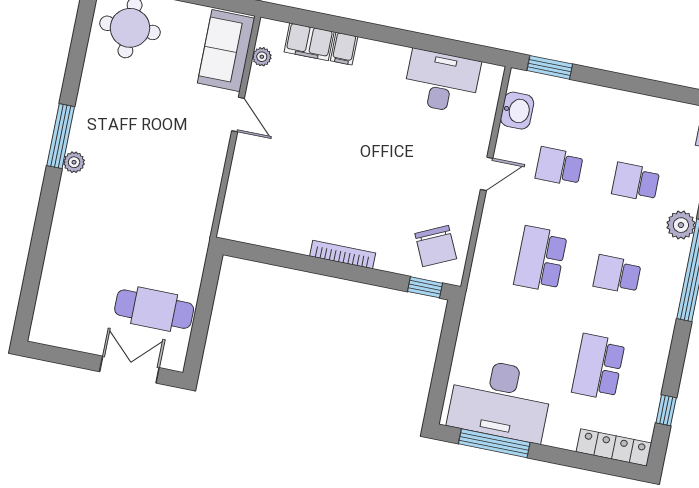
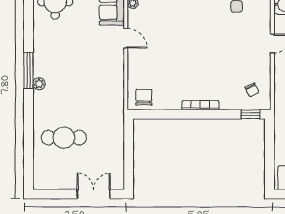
chair: (249, 221) -> (144, 97), added
chair: (436, 246) -> (252, 90), width x0.54, depth x0.54
cafe table: (154, 309) -> (64, 138), moved

